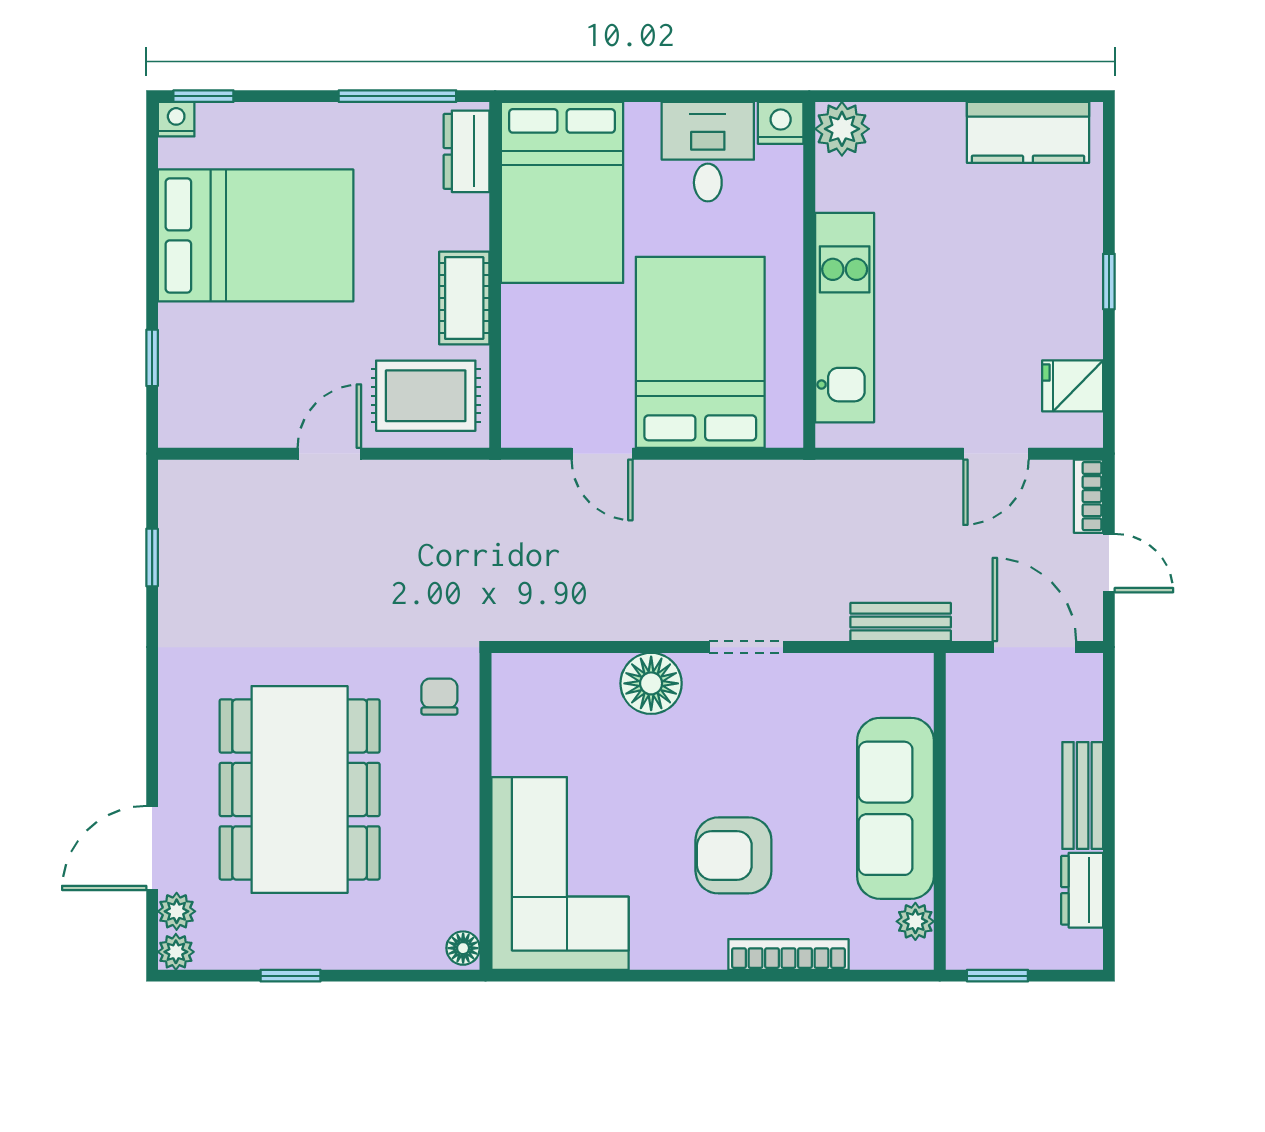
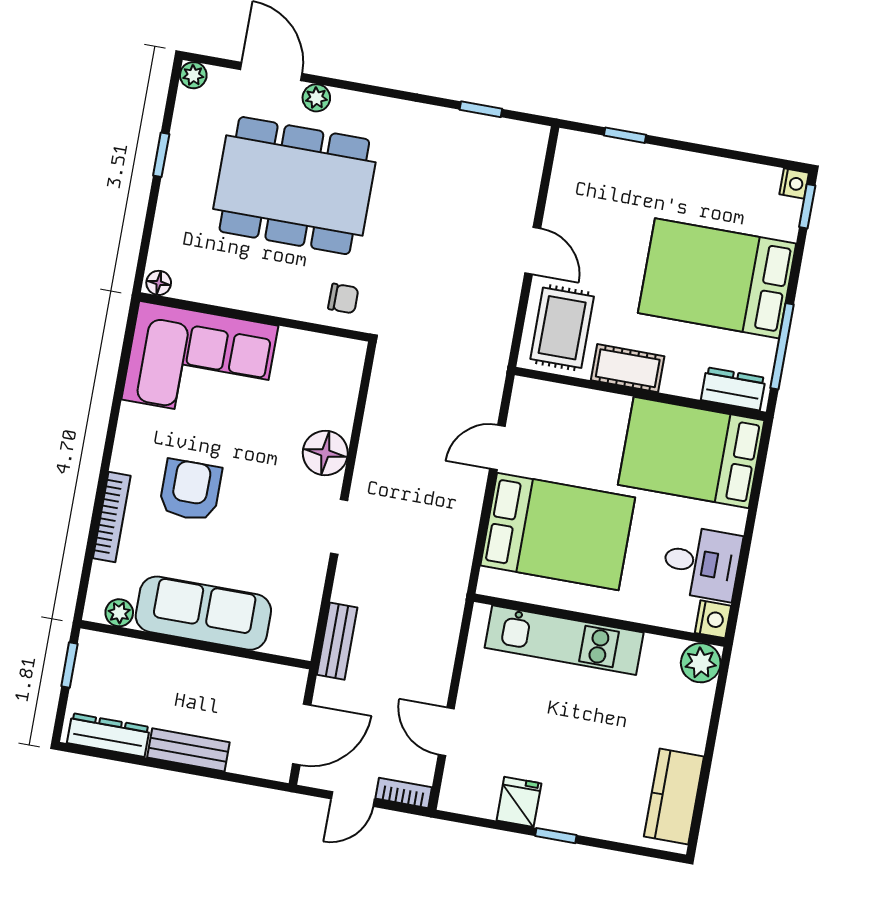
bed: (256, 235) -> (717, 278), moved, turned 90
fridge: (1073, 386) -> (519, 802), moved
dresser: (1082, 890) -> (108, 735), width x1.44
plant: (177, 911) -> (316, 98), moved

